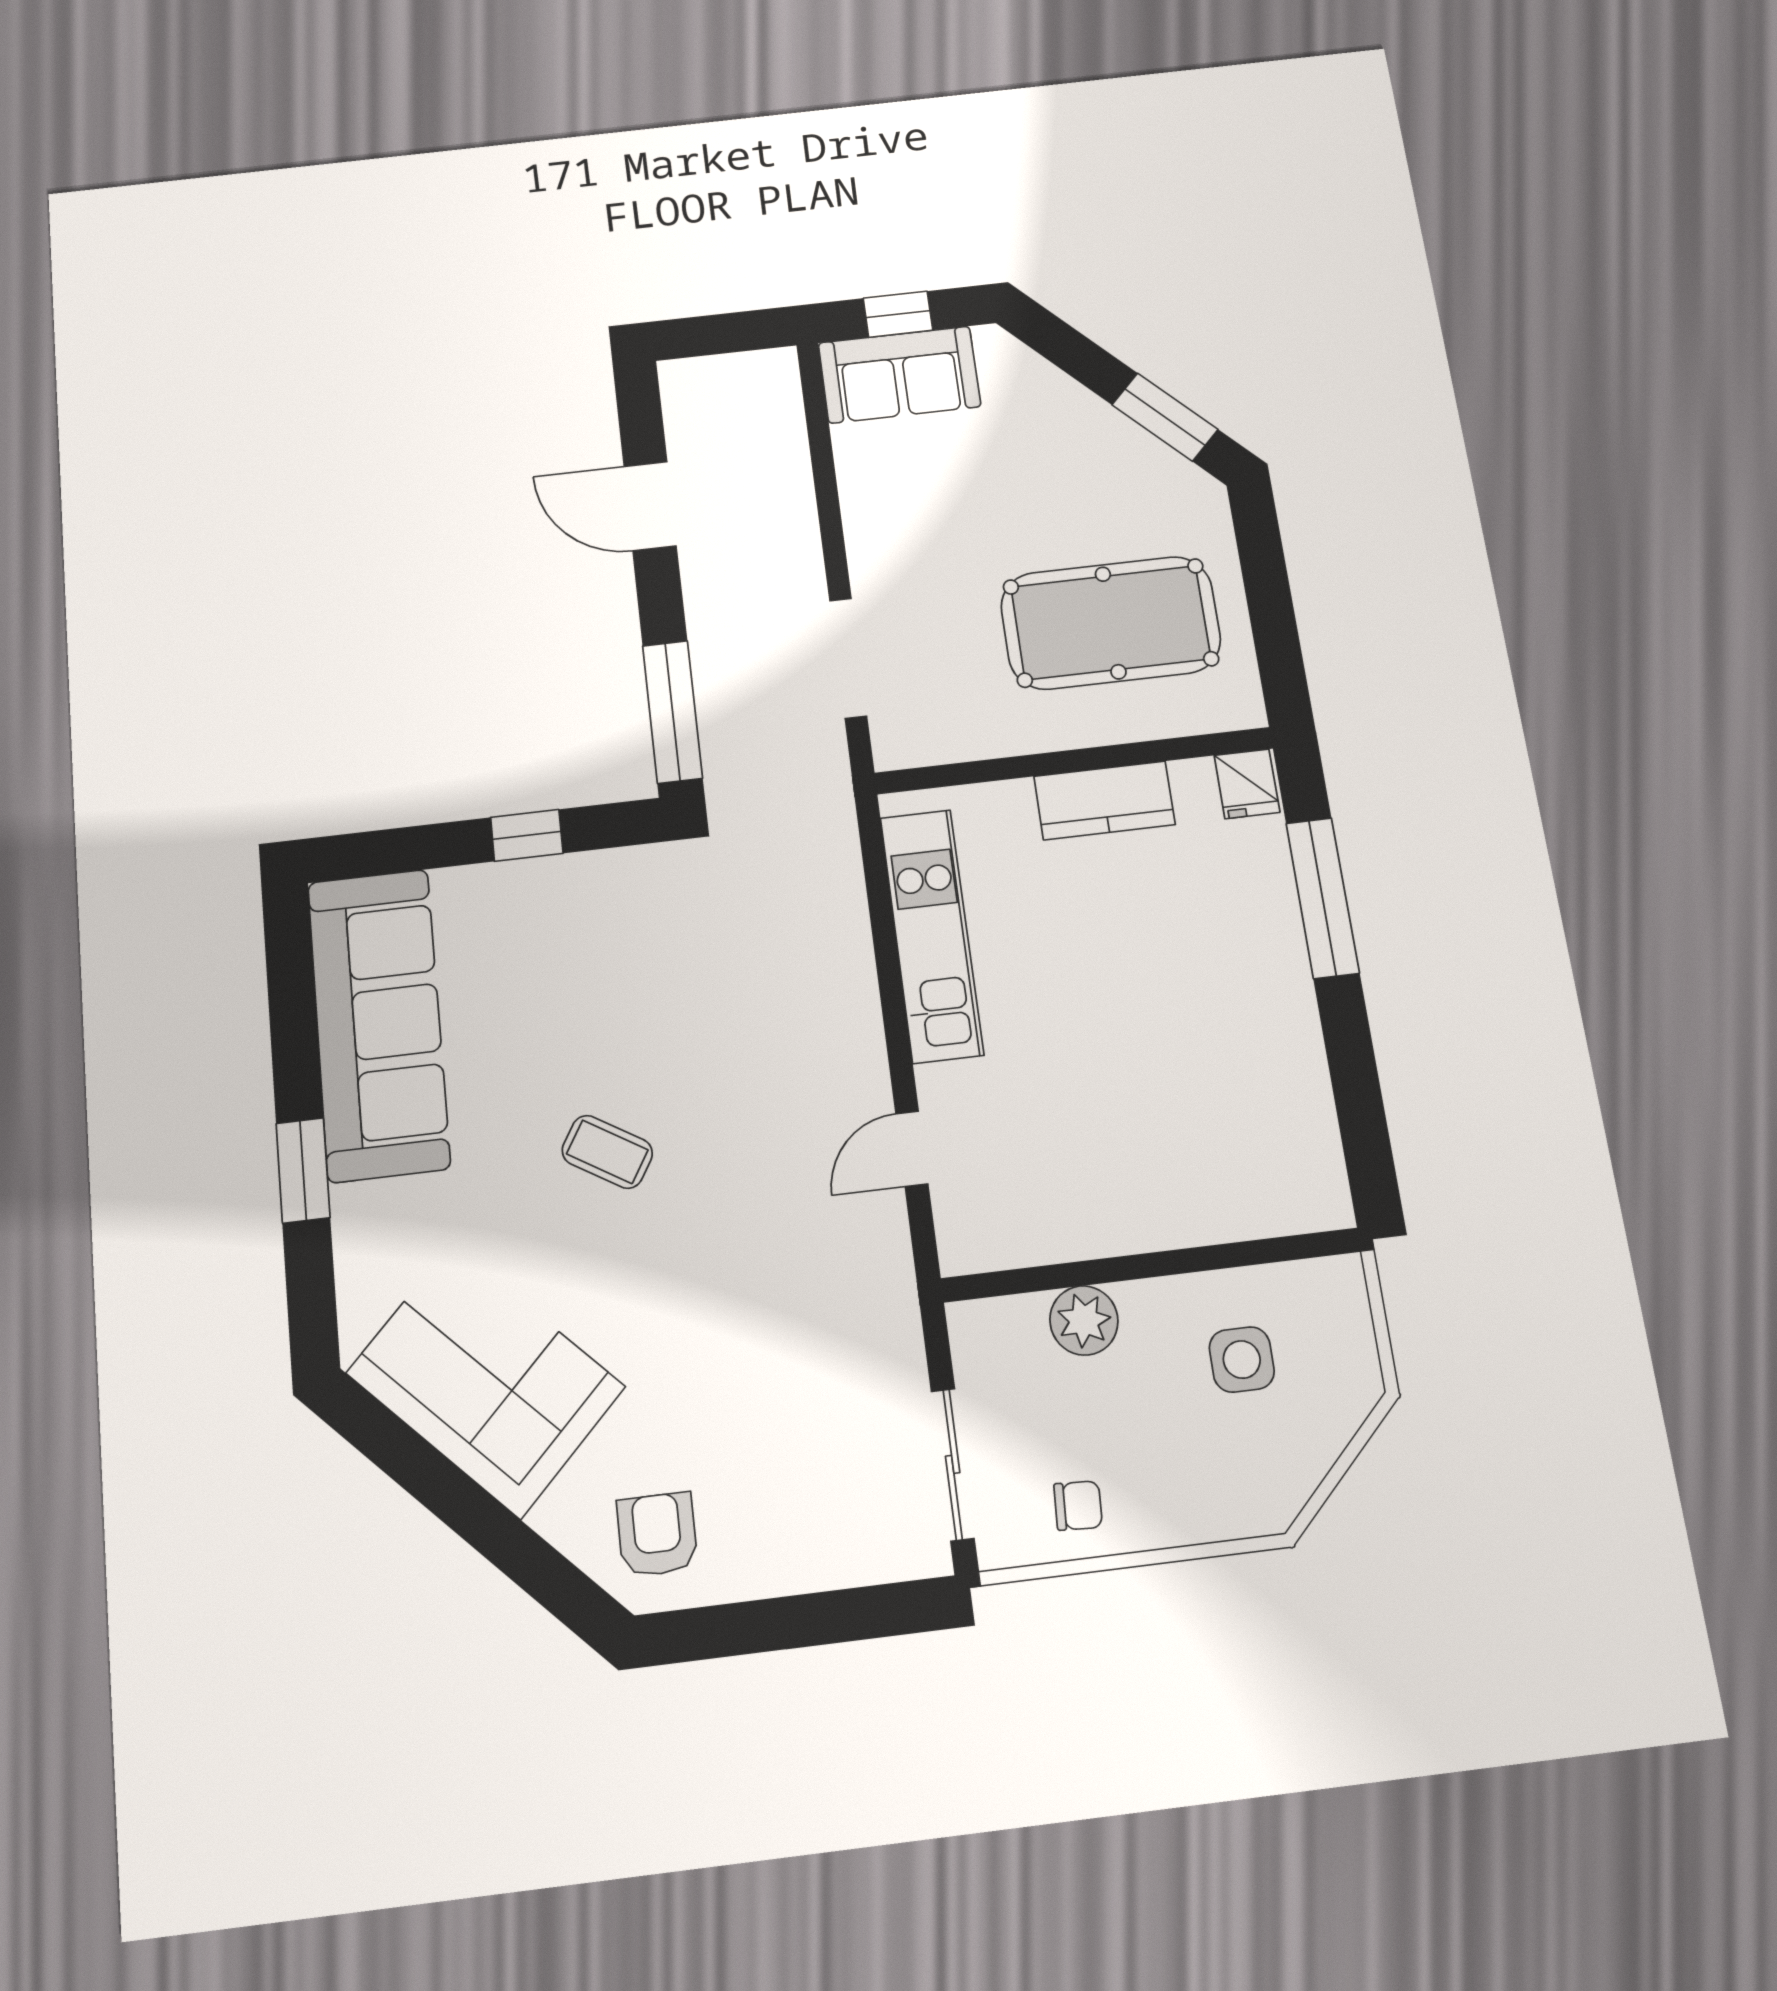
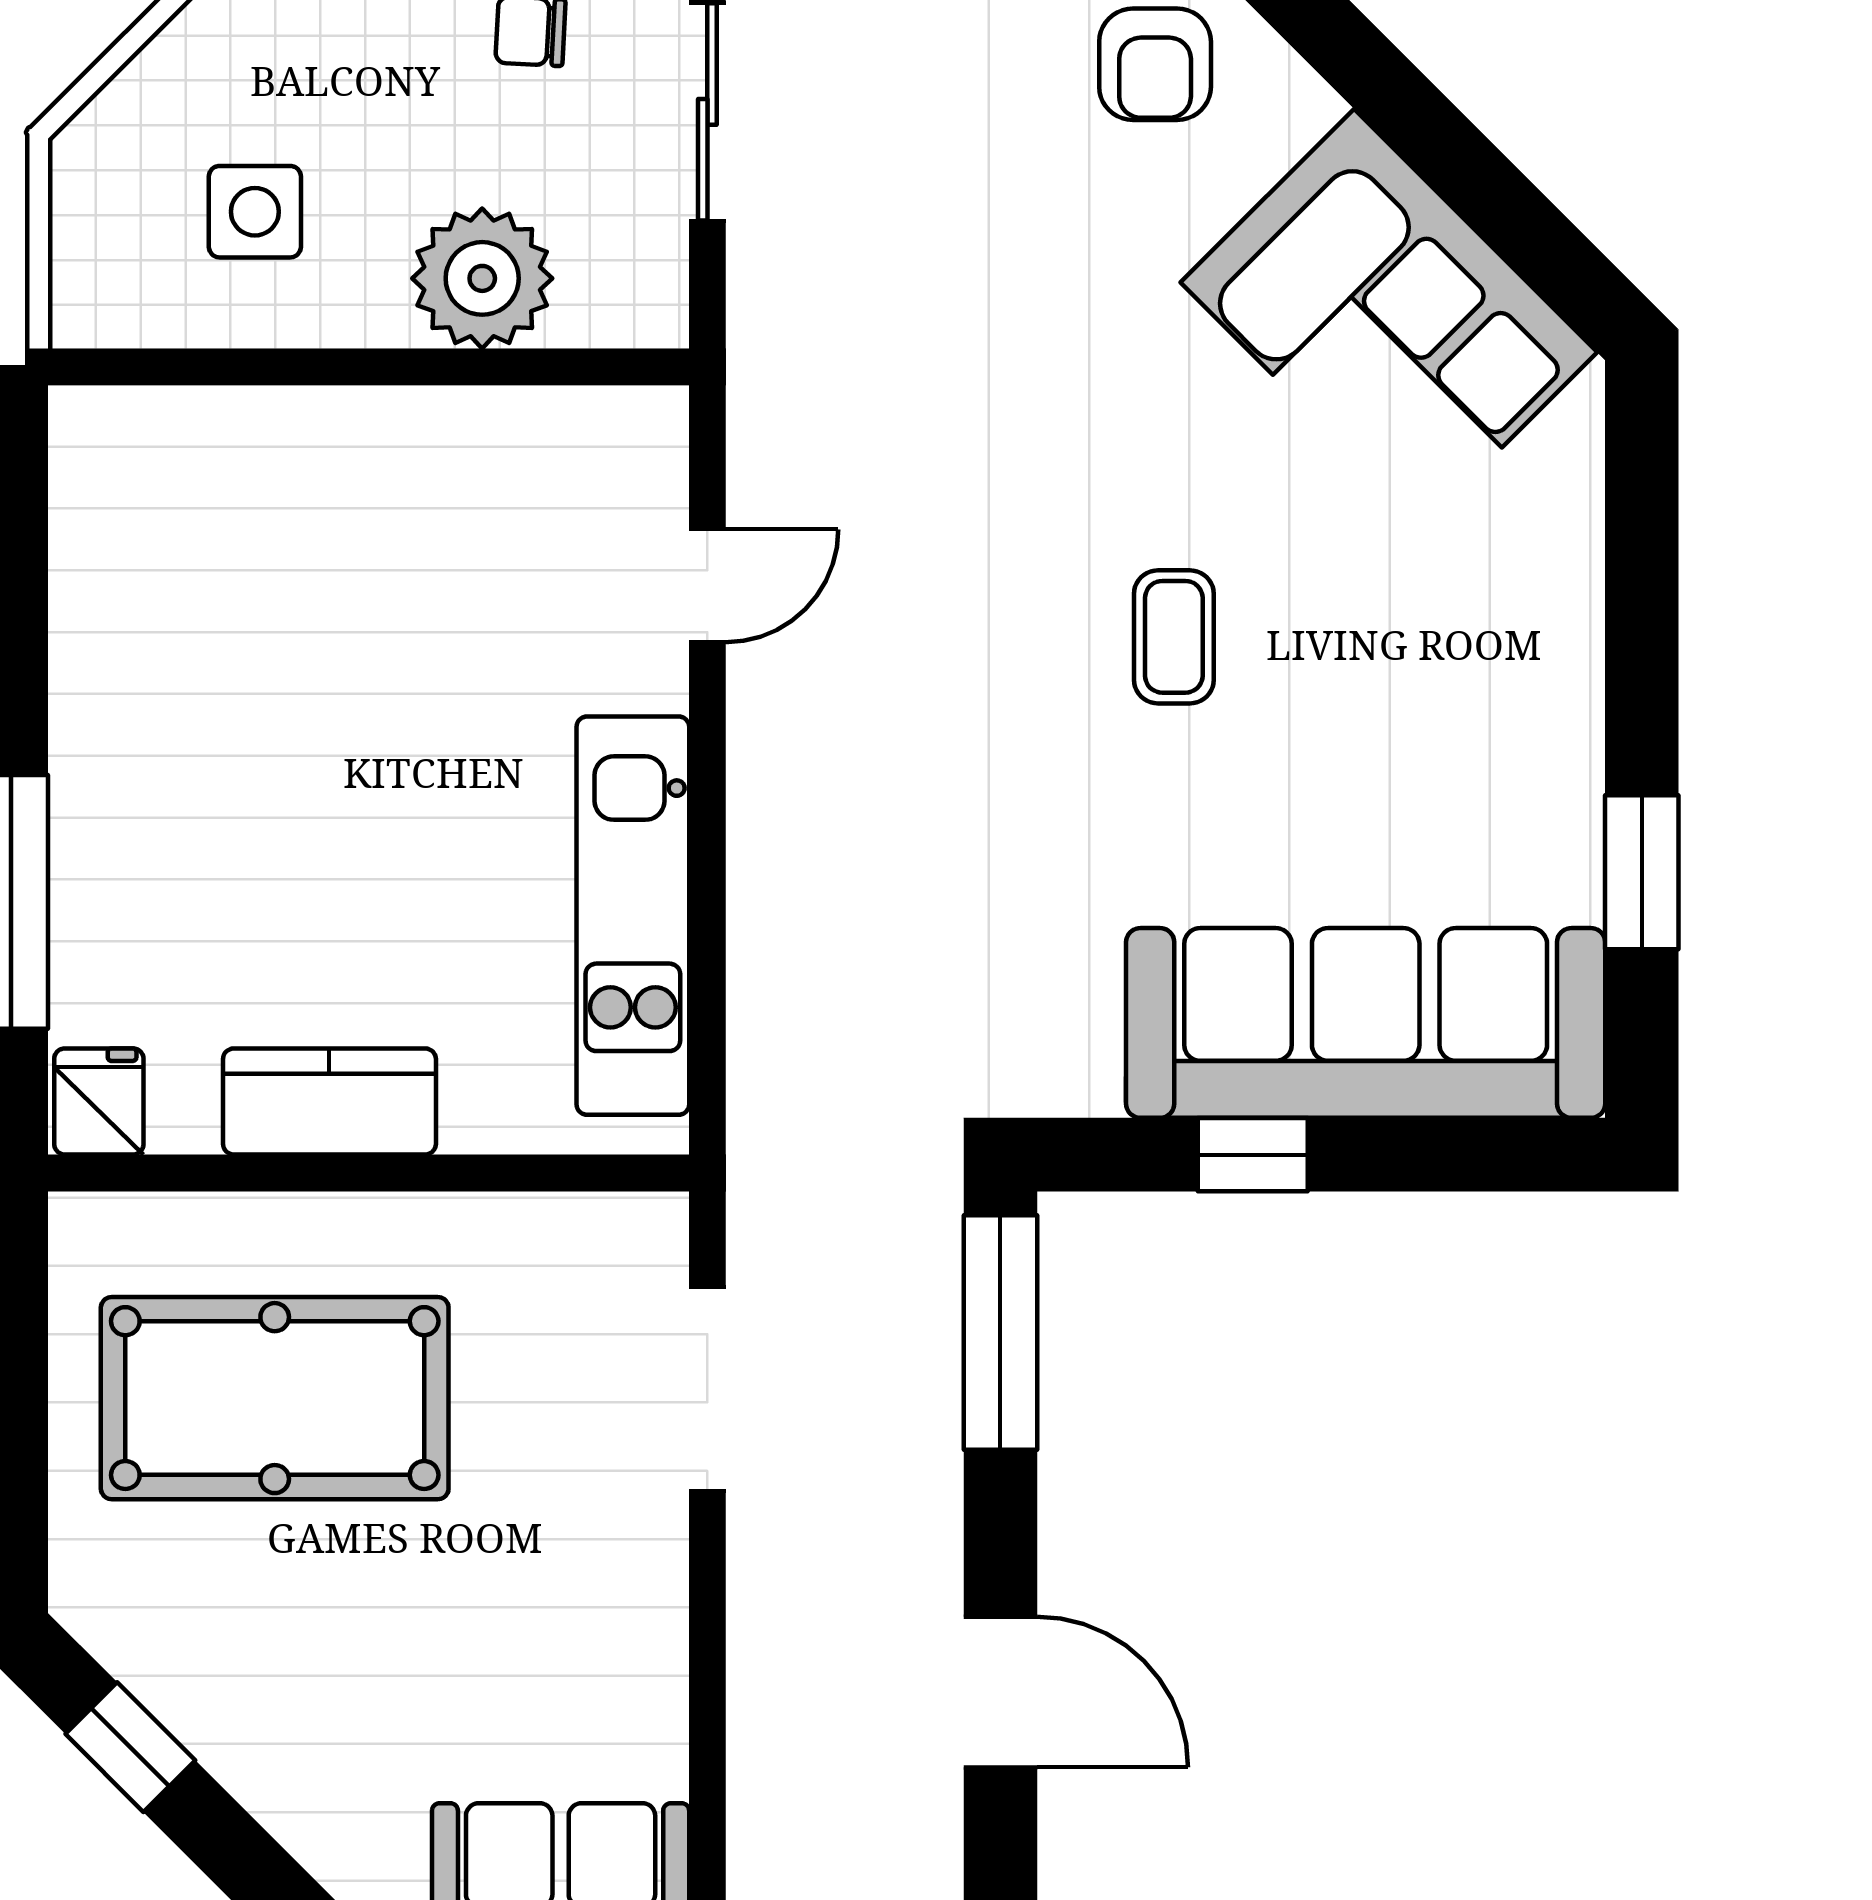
window: (1165, 417) -> (130, 1747), width x0.67
sofa: (378, 1024) -> (1366, 1023), moved, turned 90
coffee table: (607, 1152) -> (1174, 637), turned 59
window: (303, 1170) -> (1642, 872), moved
plant: (1084, 1320) -> (482, 278), width x1.36, depth x1.36

